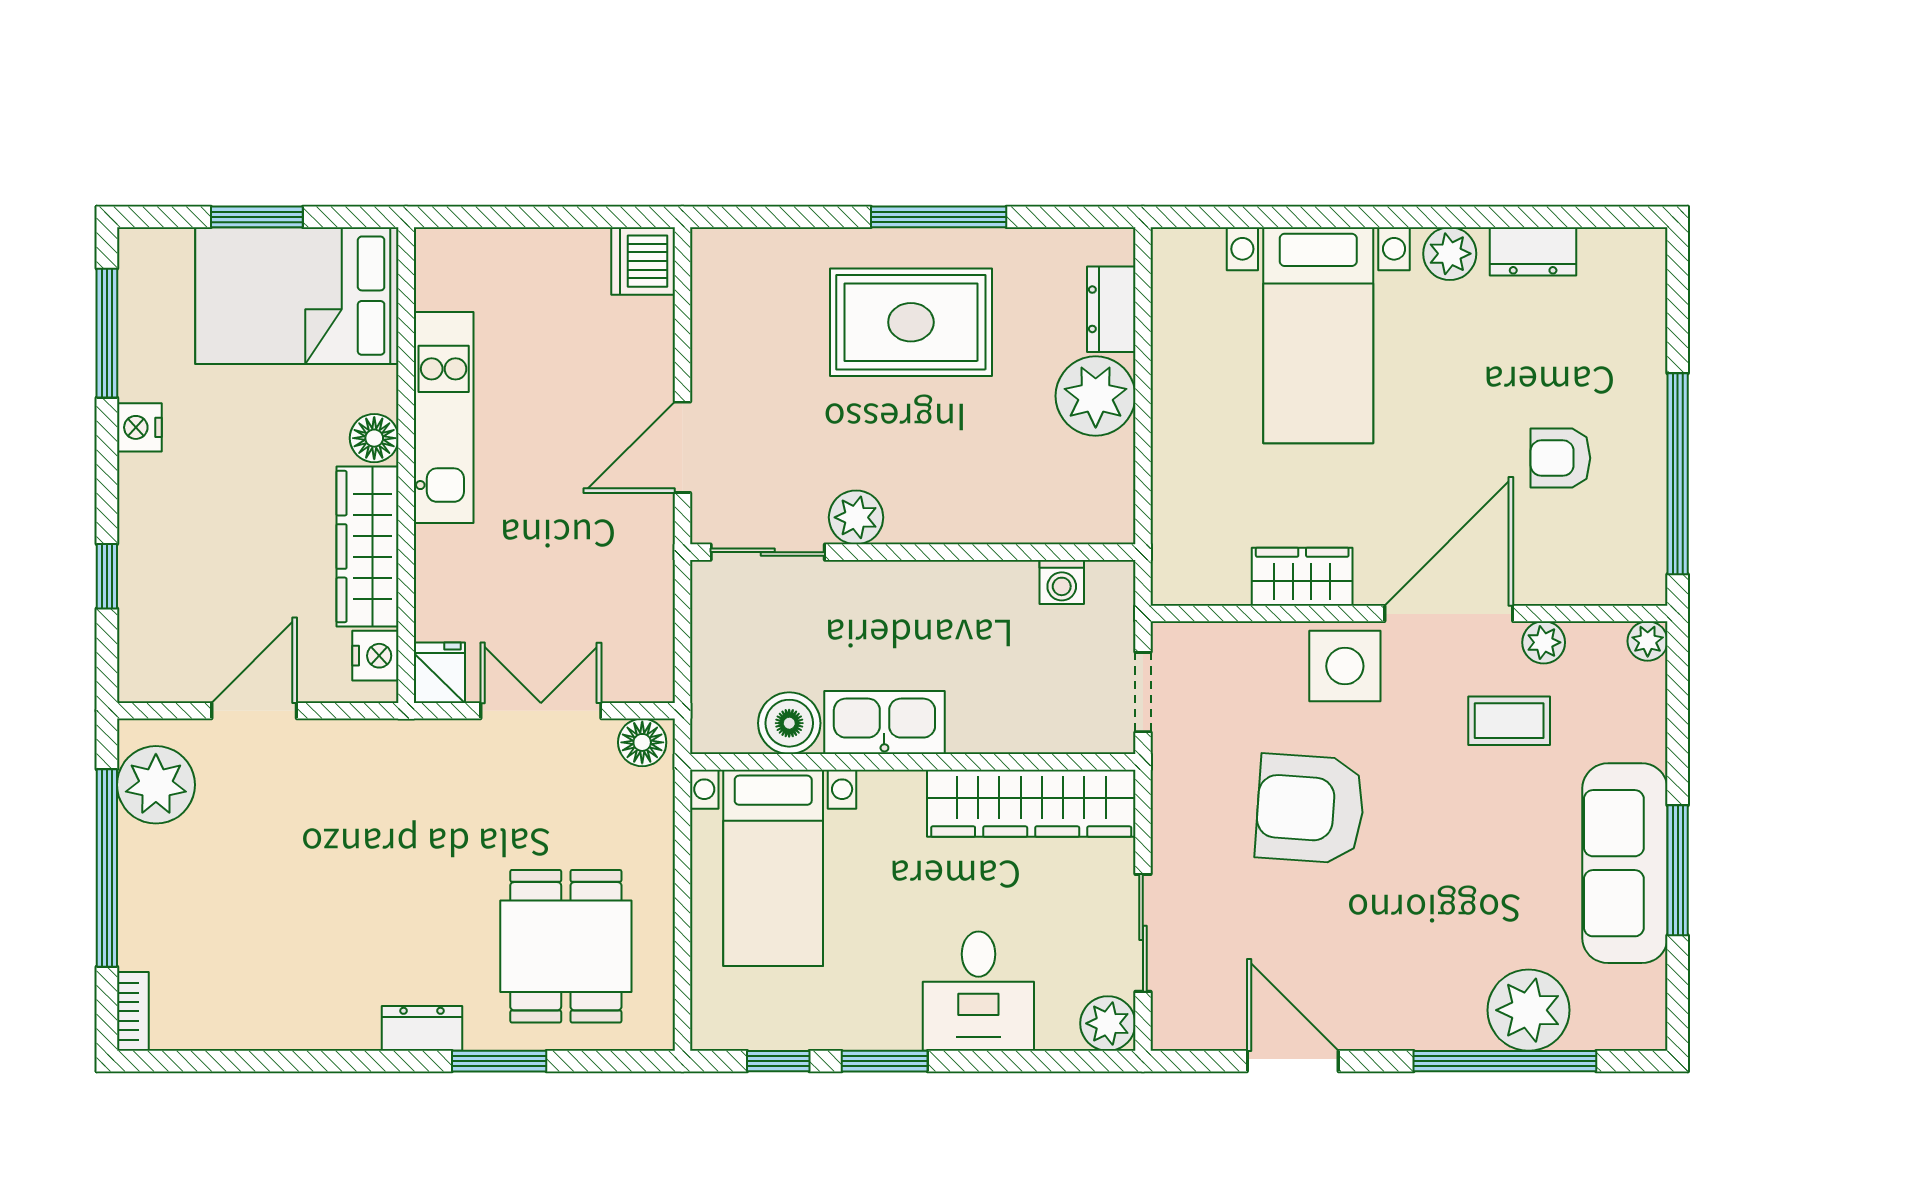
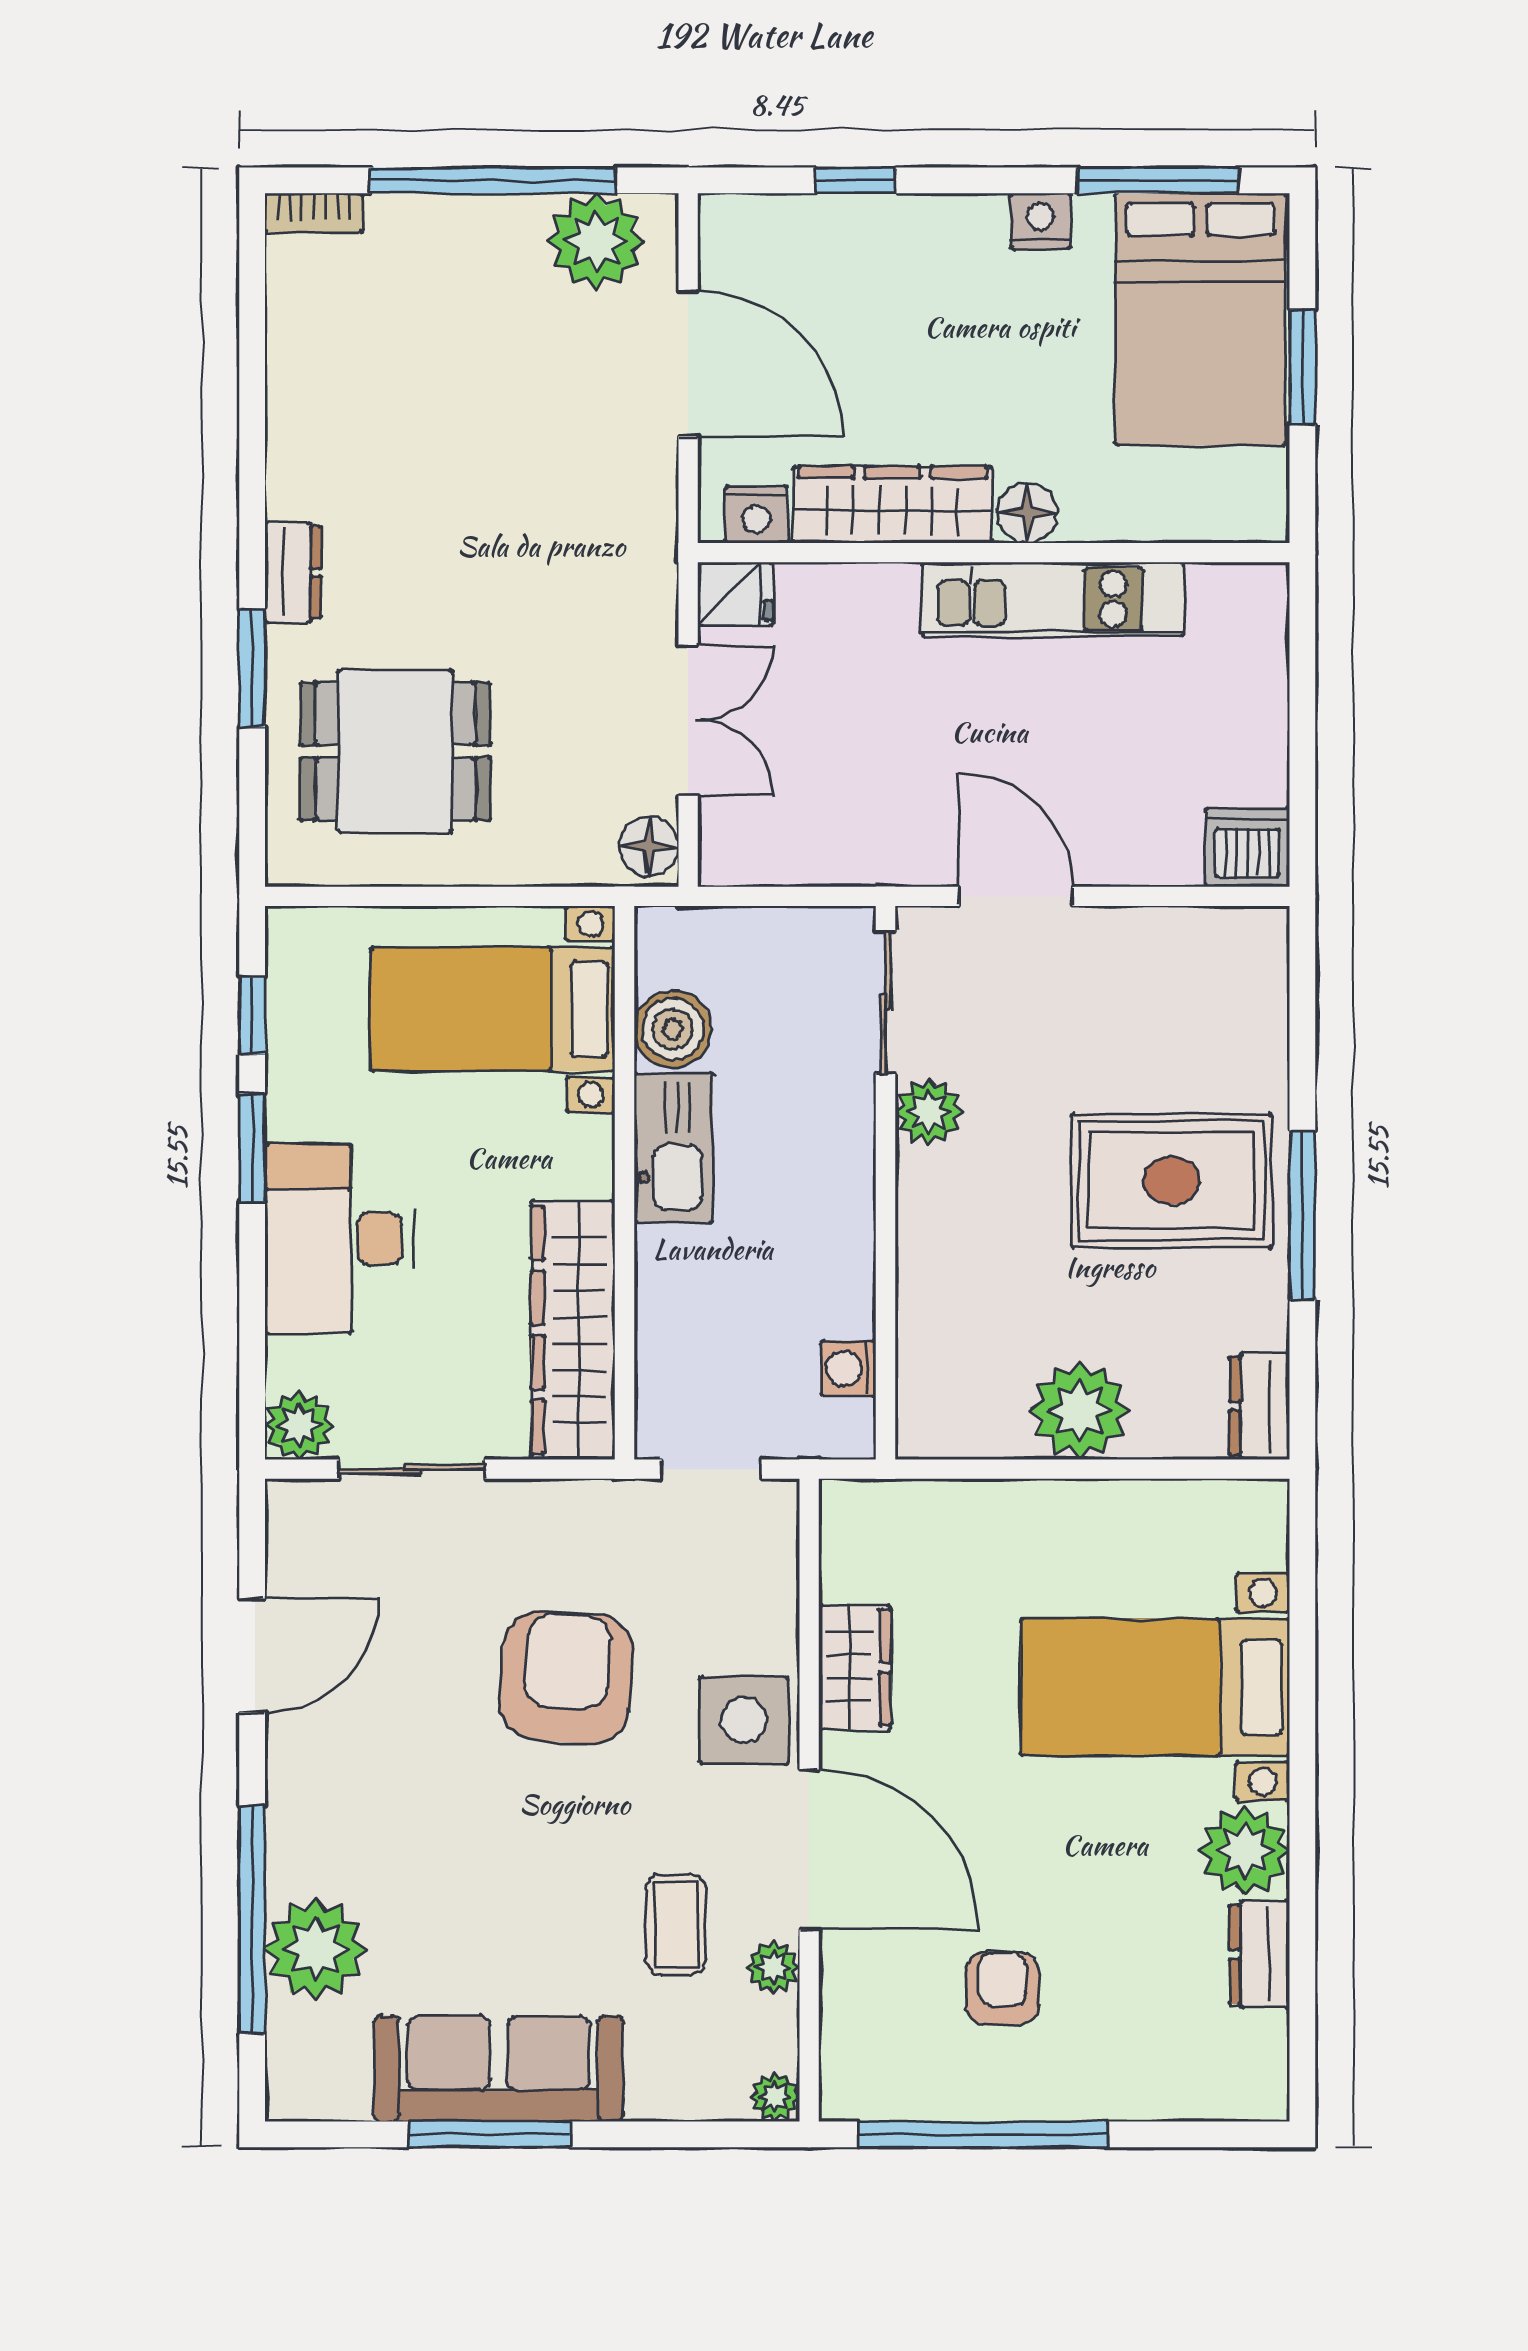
plant: (1450, 254) -> (1245, 1851), width x1.36, depth x1.36
bed: (297, 296) -> (1200, 319), moved, turned 180
dresser: (1111, 309) -> (1260, 1406), moved, turned -90
rug: (911, 322) -> (1171, 1181), turned 90
door: (254, 711) -> (688, 364), width x1.36
desk: (978, 991) -> (339, 1239), width x1.37

